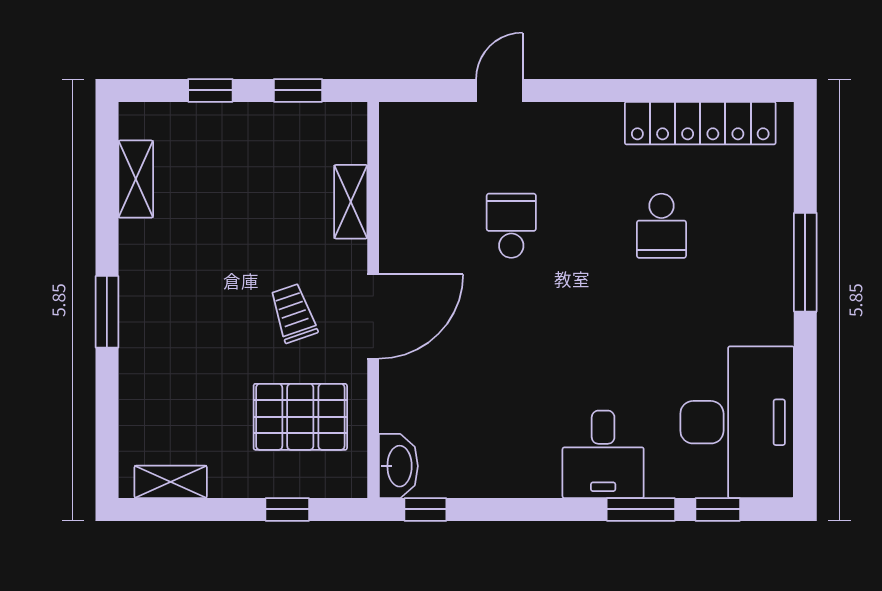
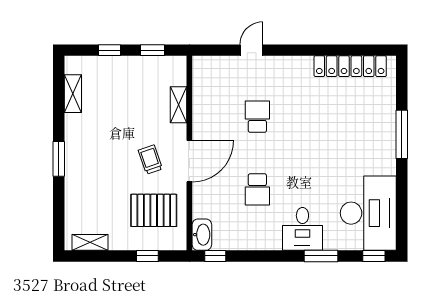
school desk: (661, 226) -> (257, 189), moved
window: (718, 509) -> (374, 256), moved

